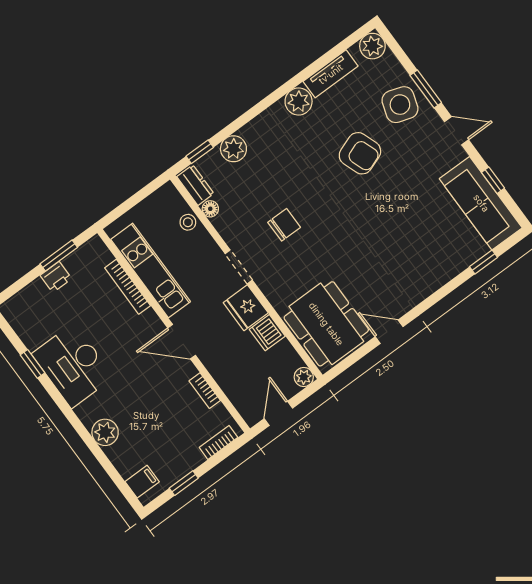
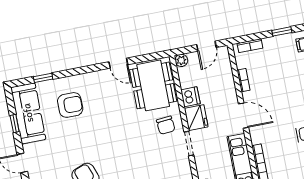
chair: (284, 225) -> (166, 125), moved, turned -95
armchair: (428, 242) -> (70, 105), added

